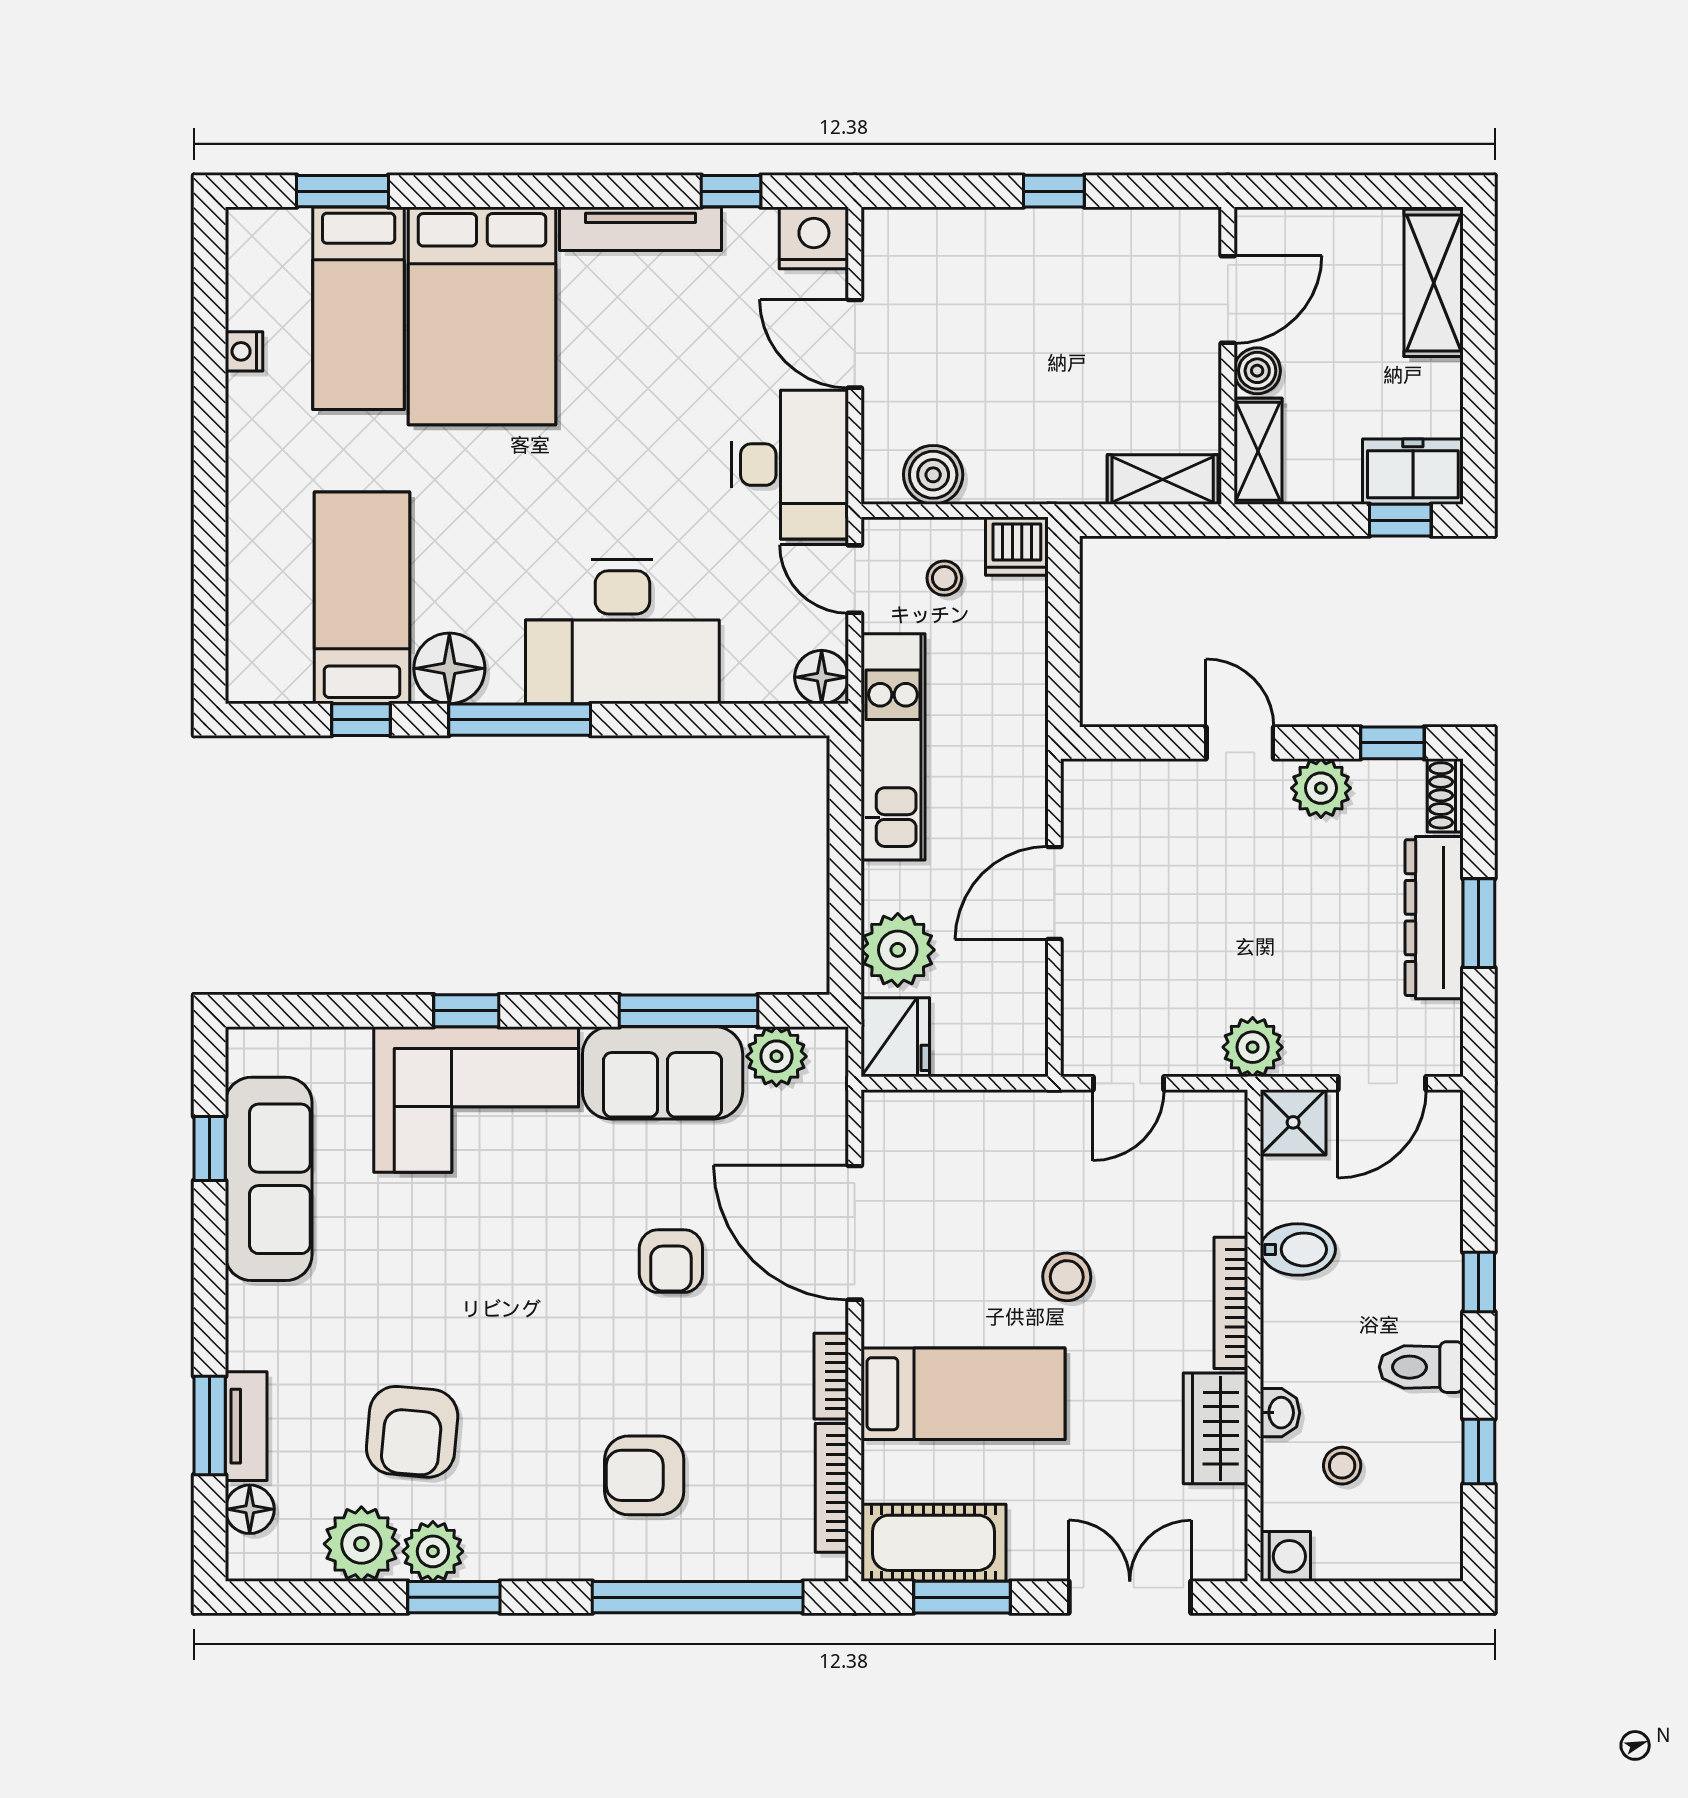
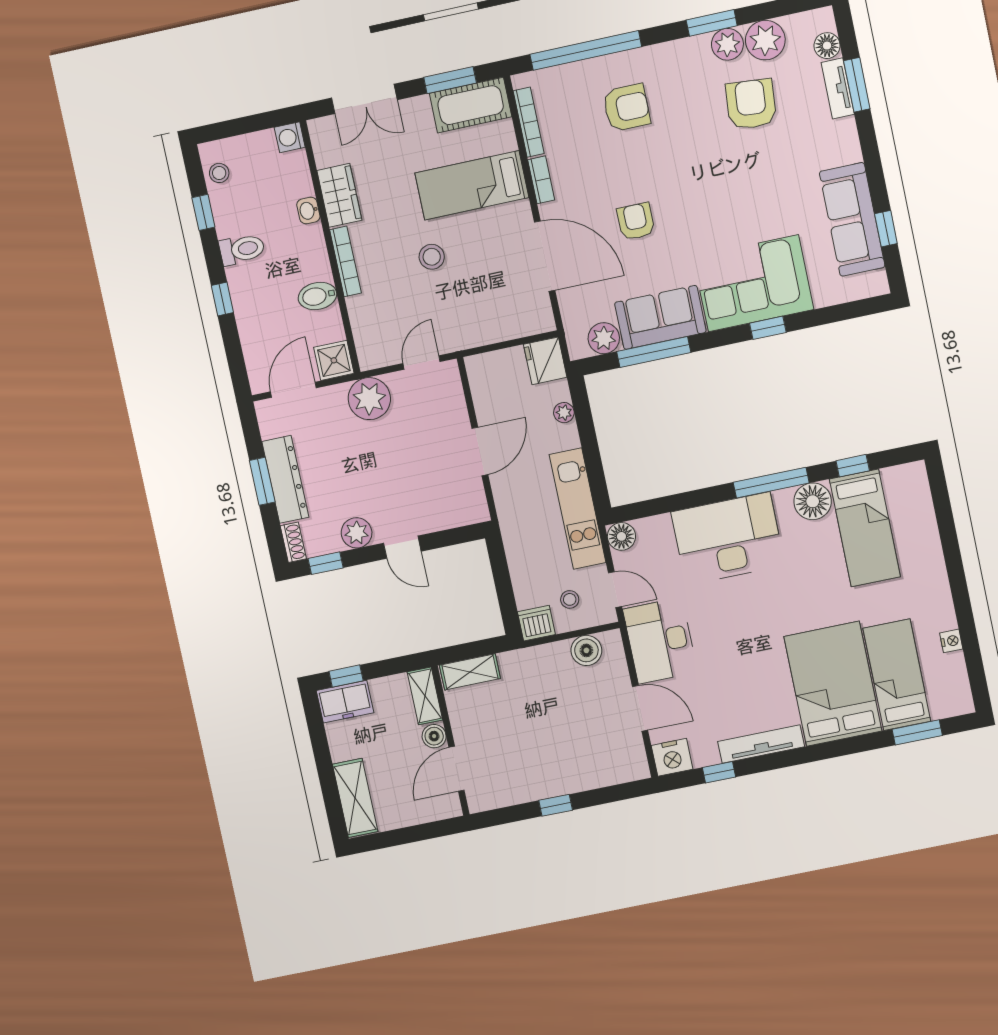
plant: (898, 950) -> (564, 413), width x0.53, depth x0.53
plant: (1253, 1047) -> (369, 399), width x1.36, depth x1.36
stool: (1342, 1466) -> (219, 173), moved

